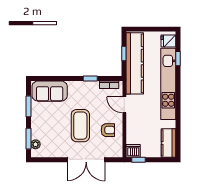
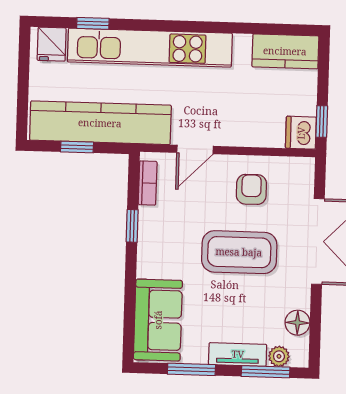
tv unit: (36, 126) -> (238, 354), added
floor lamp: (50, 152) -> (297, 323), added

